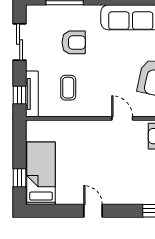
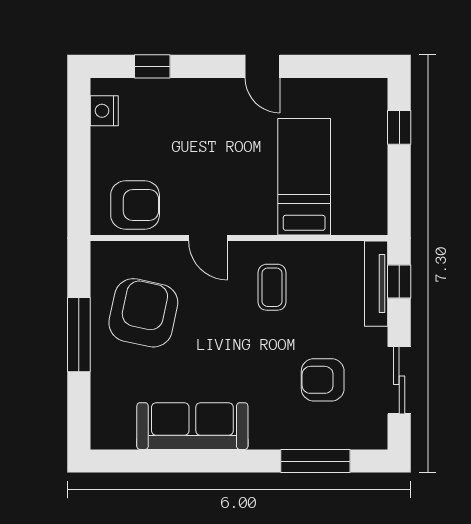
armchair: (74, 42) -> (323, 380), moved
coffee table: (68, 88) -> (272, 287), moved
bed: (41, 173) -> (304, 177), moved, turned 180

